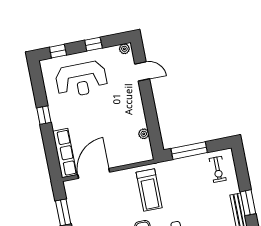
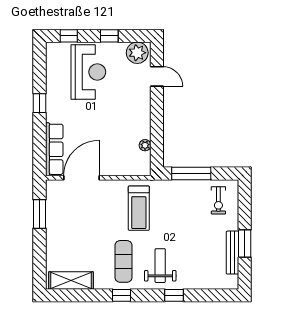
plant: (124, 49) -> (137, 53), width x1.88, depth x1.88
reception desk: (81, 79) -> (88, 72), turned -90

